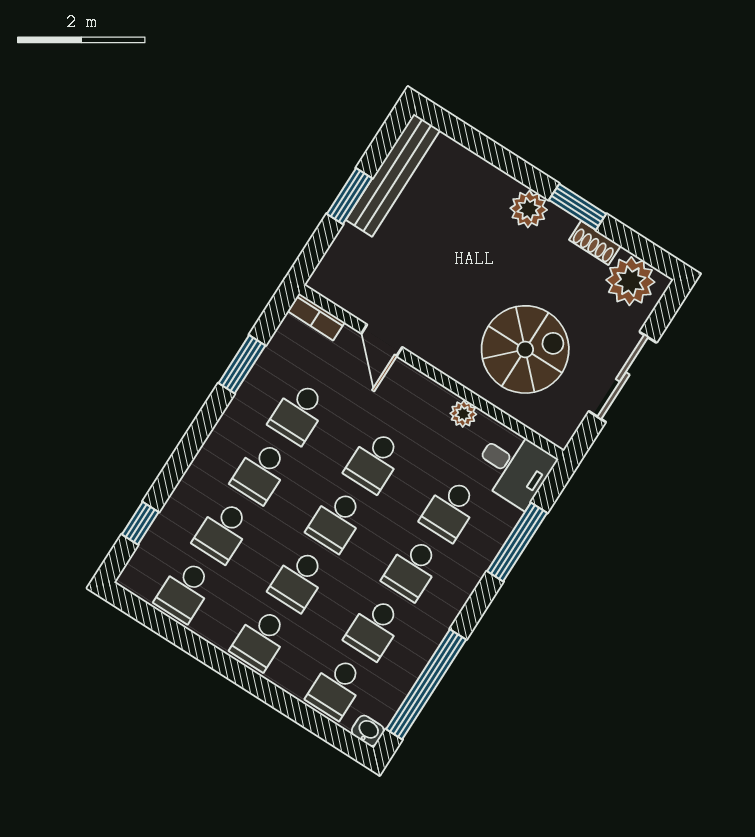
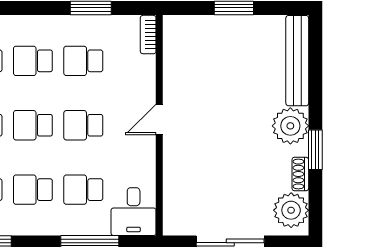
bench: (393, 175) -> (297, 61), moved, turned 90
plant: (529, 209) -> (290, 126), width x1.36, depth x1.36
door: (382, 340) -> (159, 120), moved
spiral stairs: (525, 349) -> (209, 173), removed
plant: (463, 414) -> (146, 161), removed

